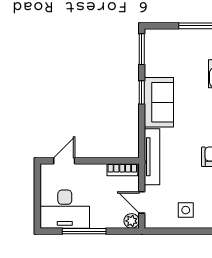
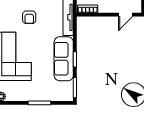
sofa: (159, 102) -> (64, 59), width x1.36

